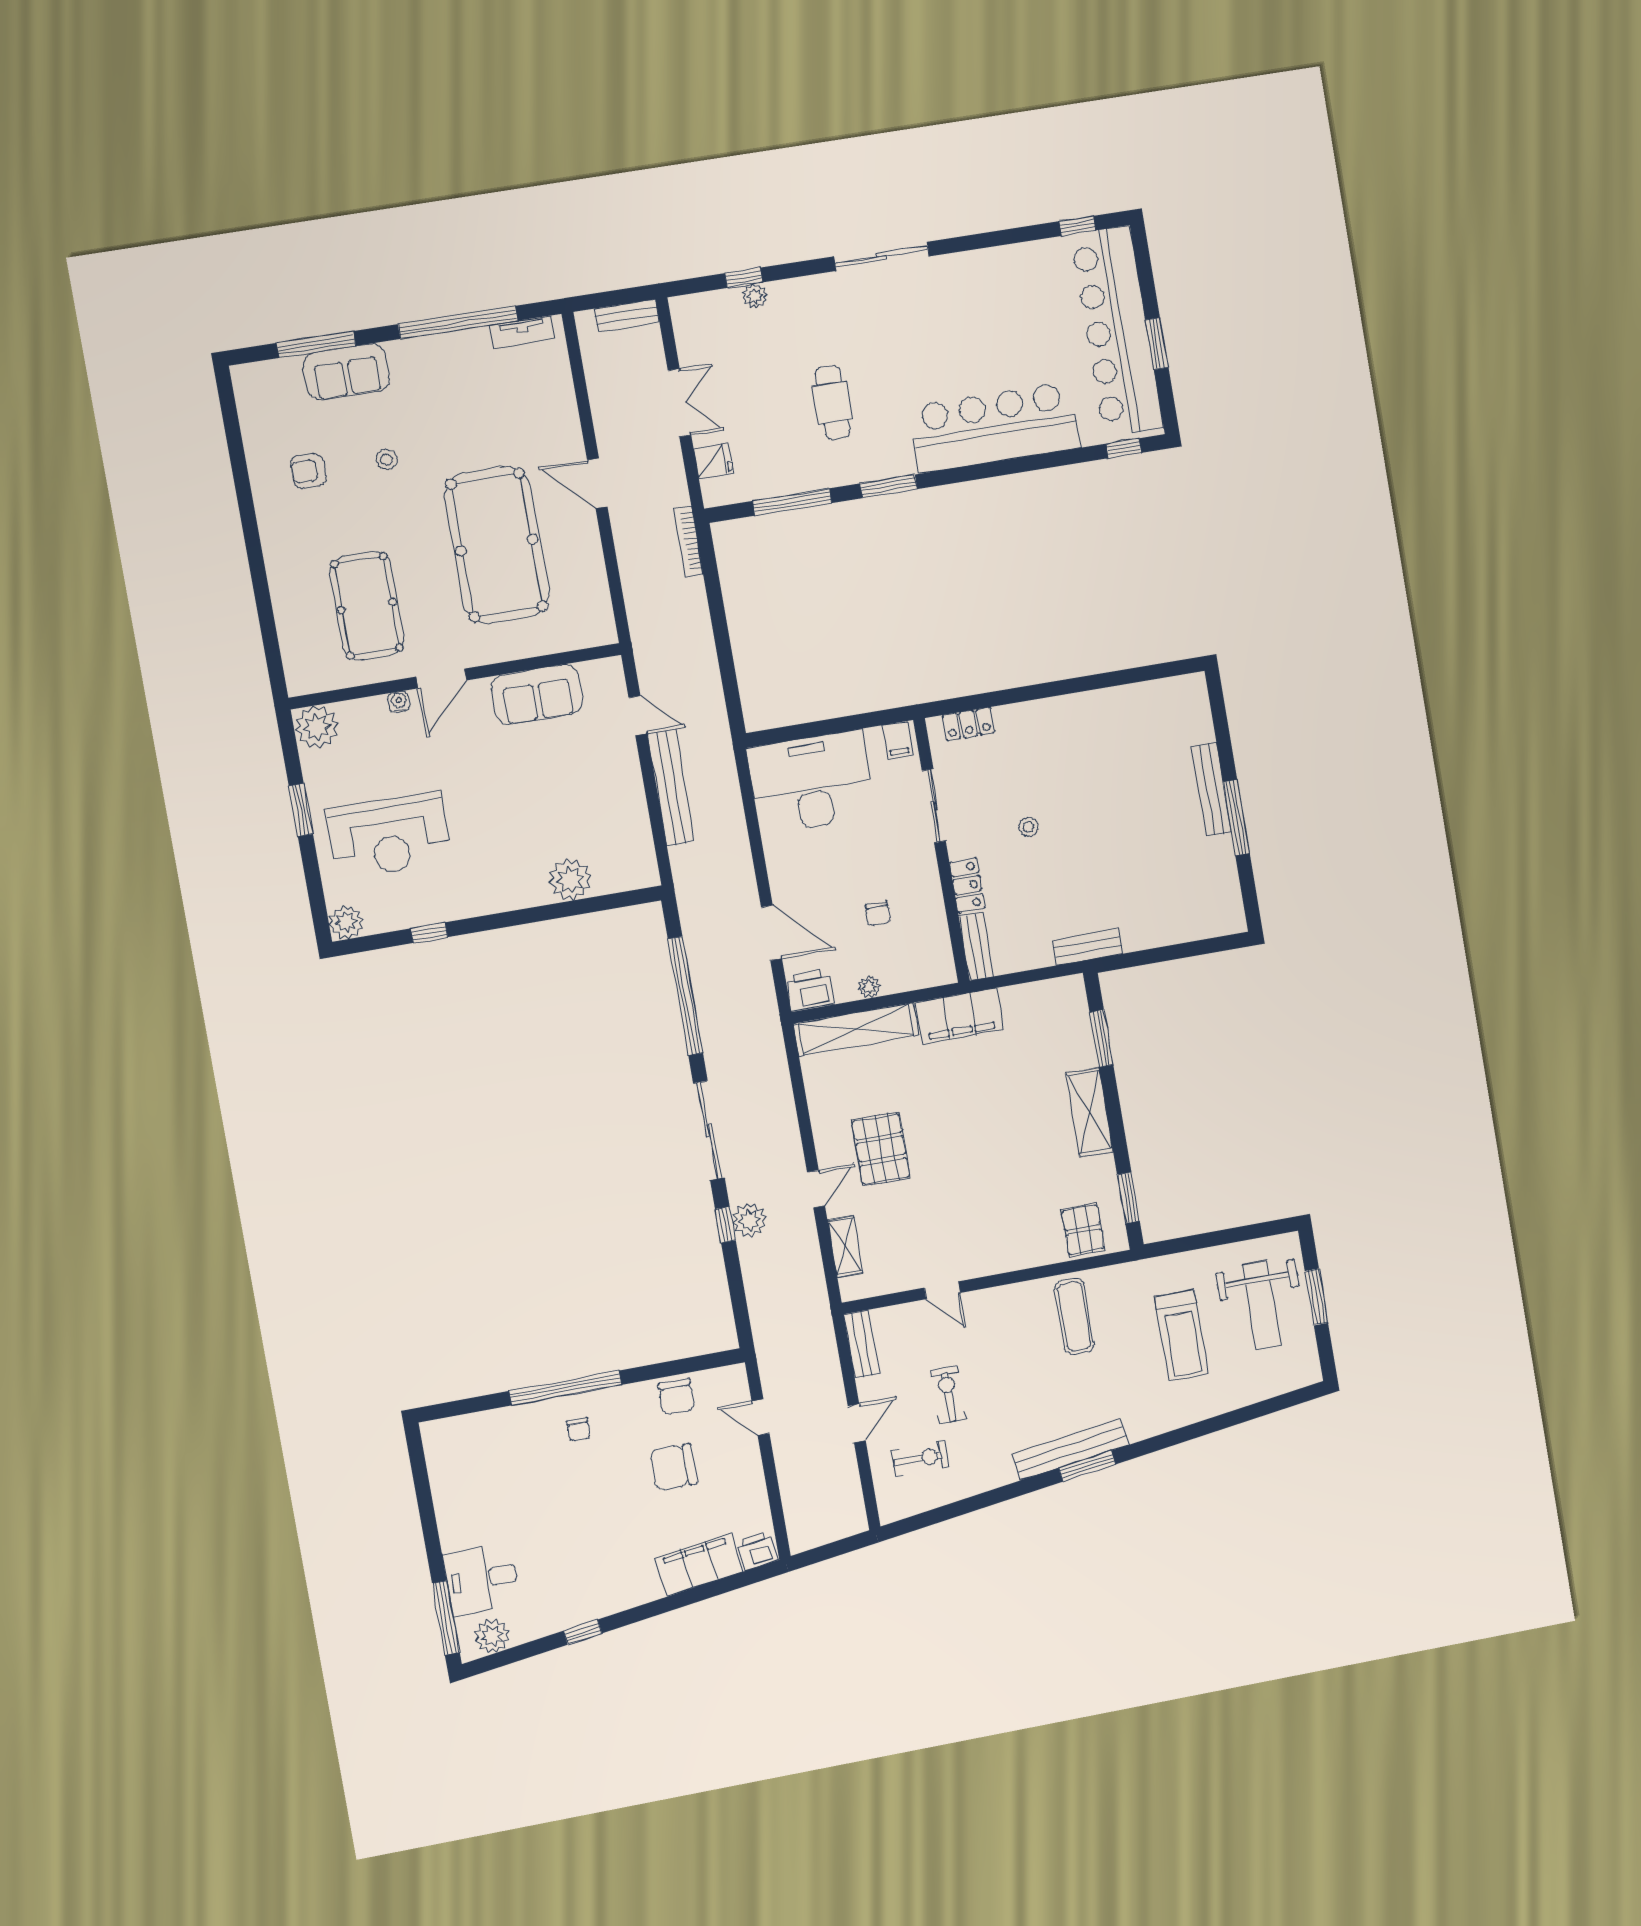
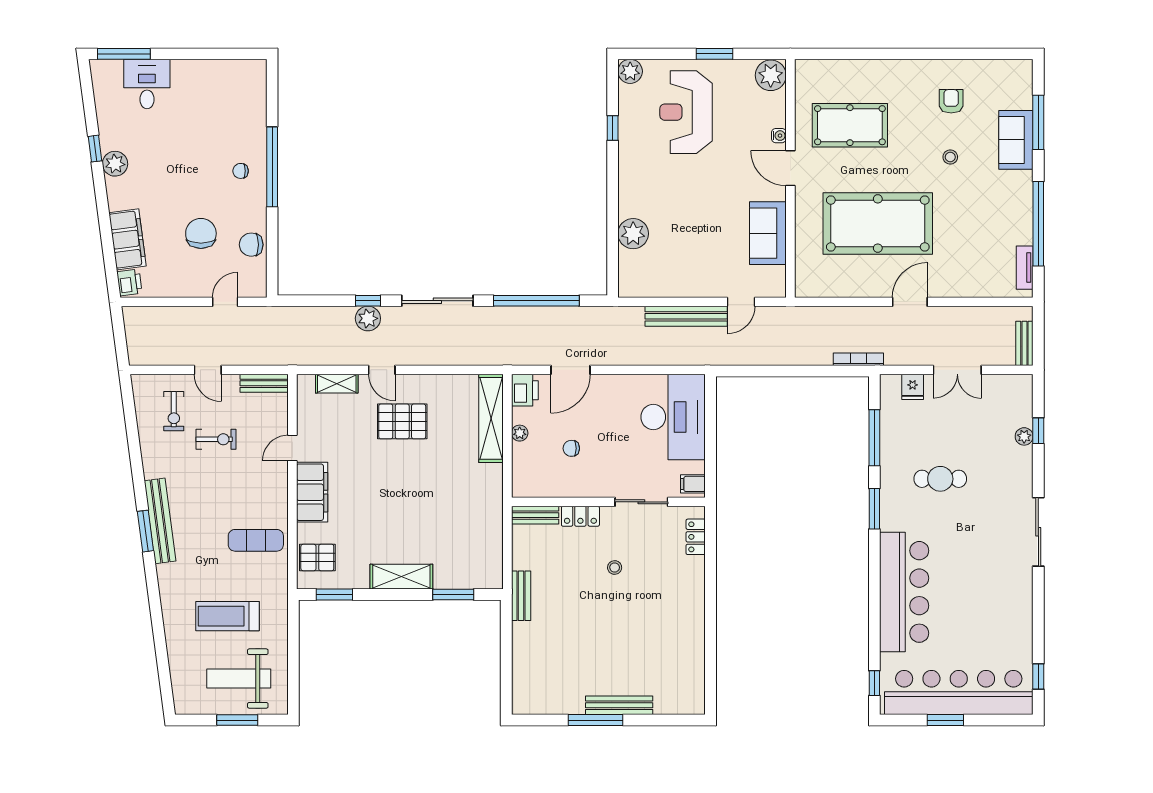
filing cabinet: (960, 1016) -> (312, 492), moved, turned 180
plant: (492, 1636) -> (115, 164), moved

